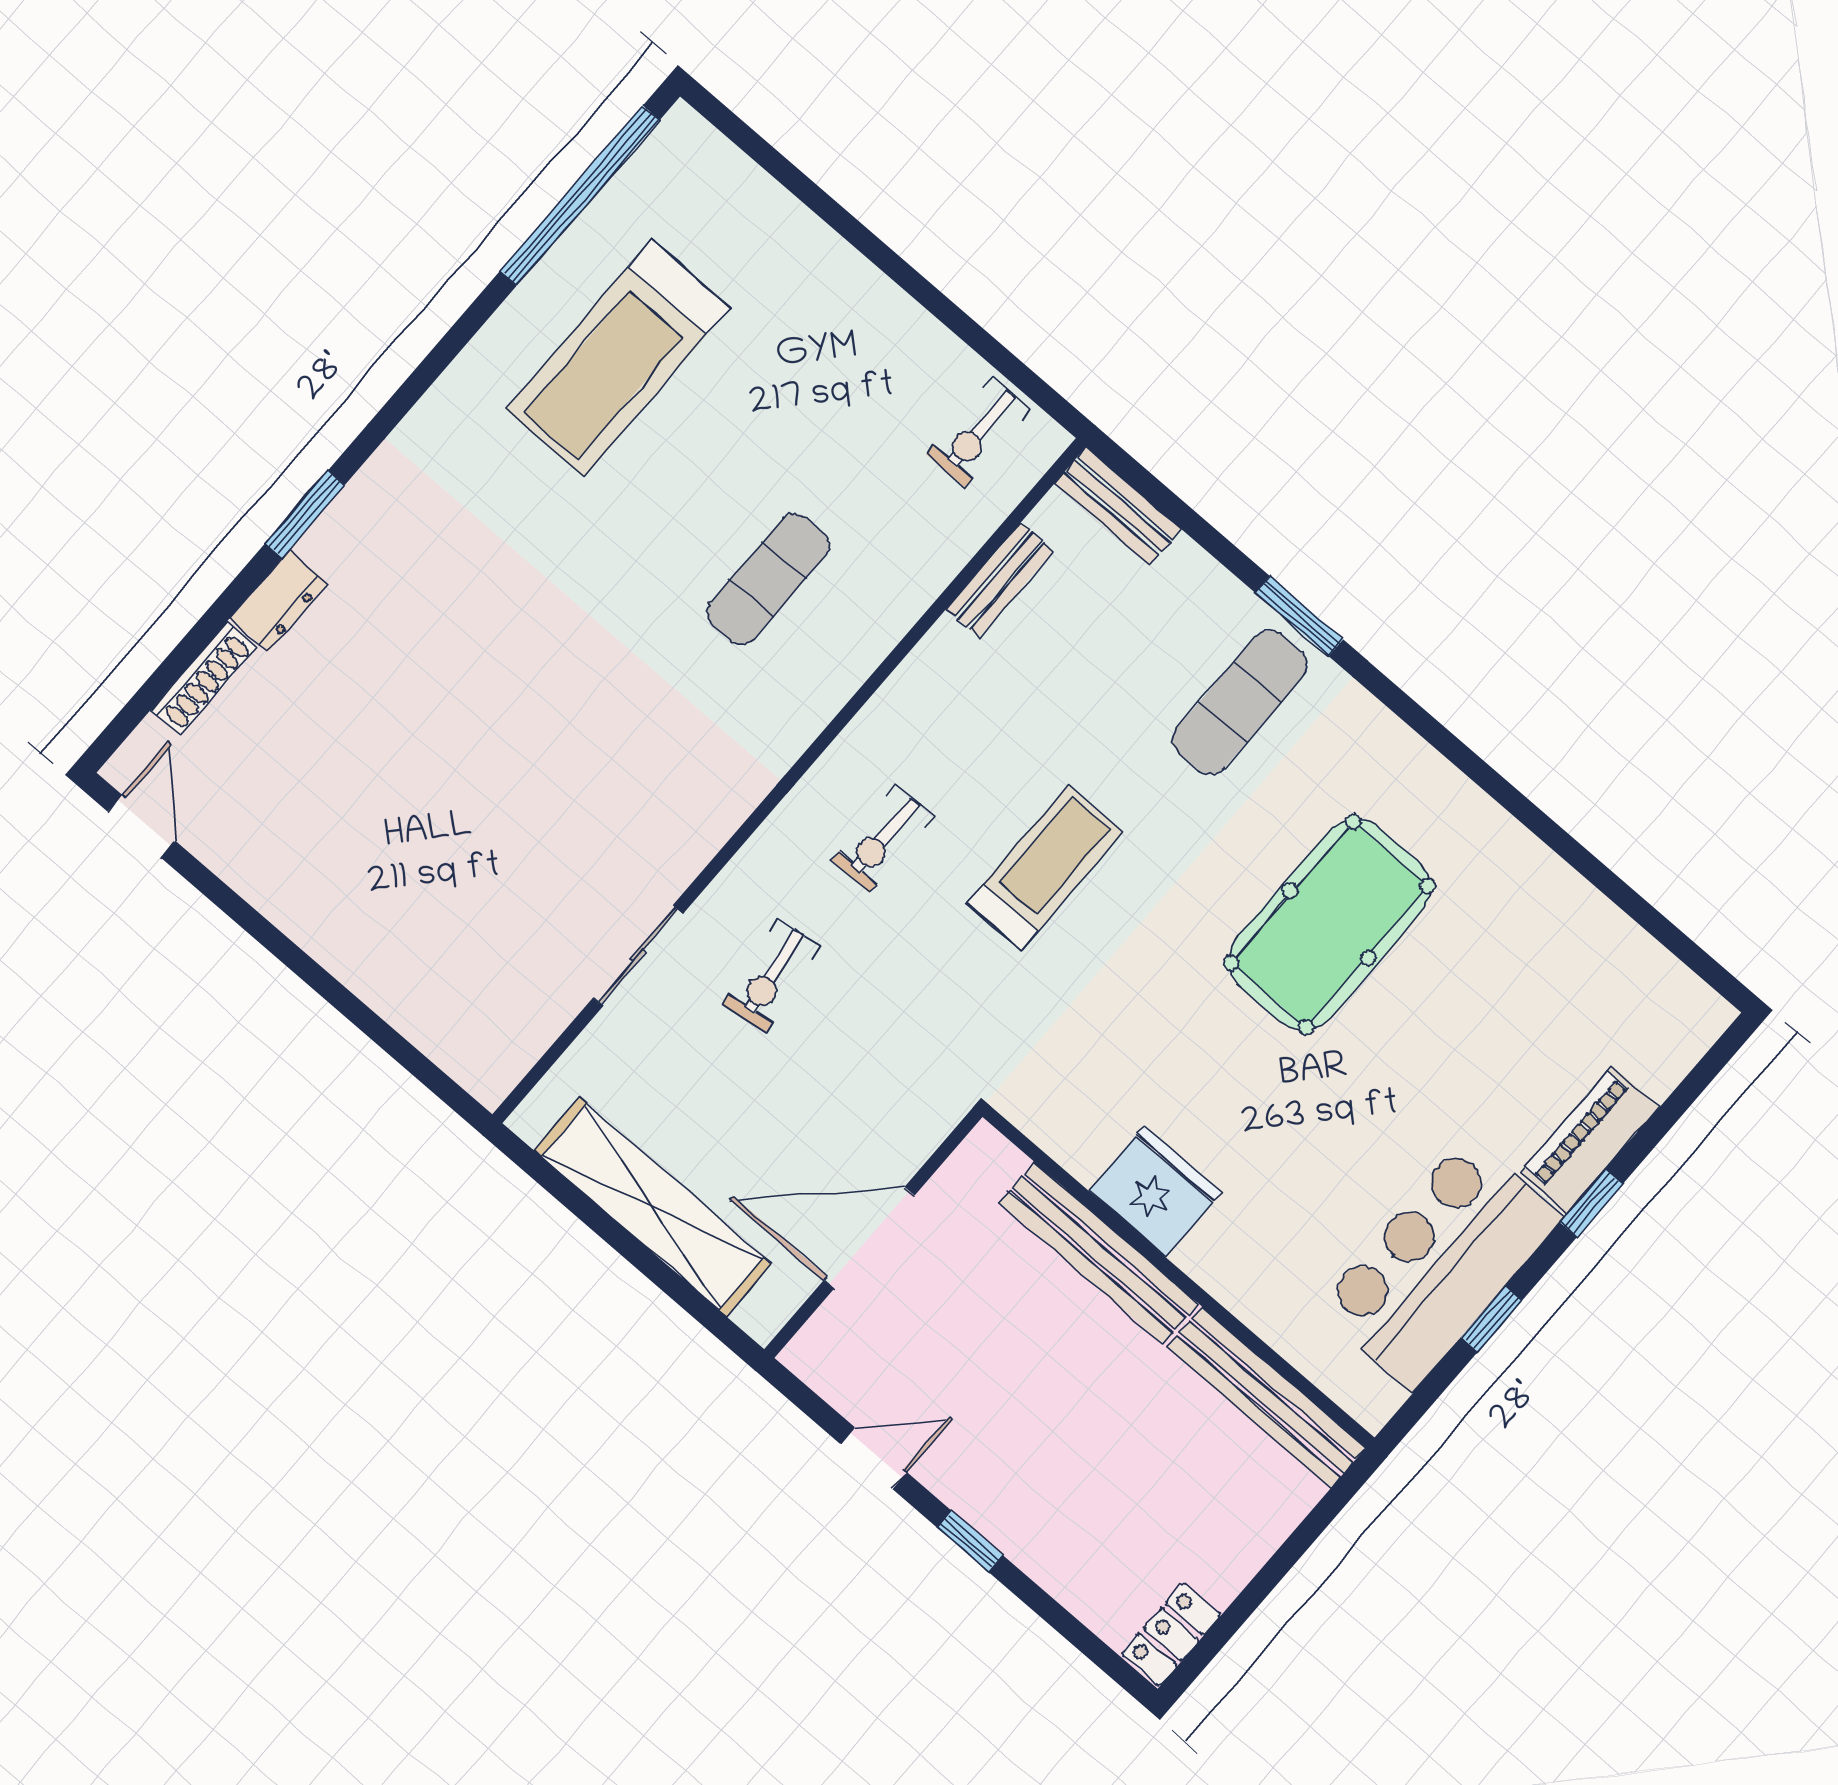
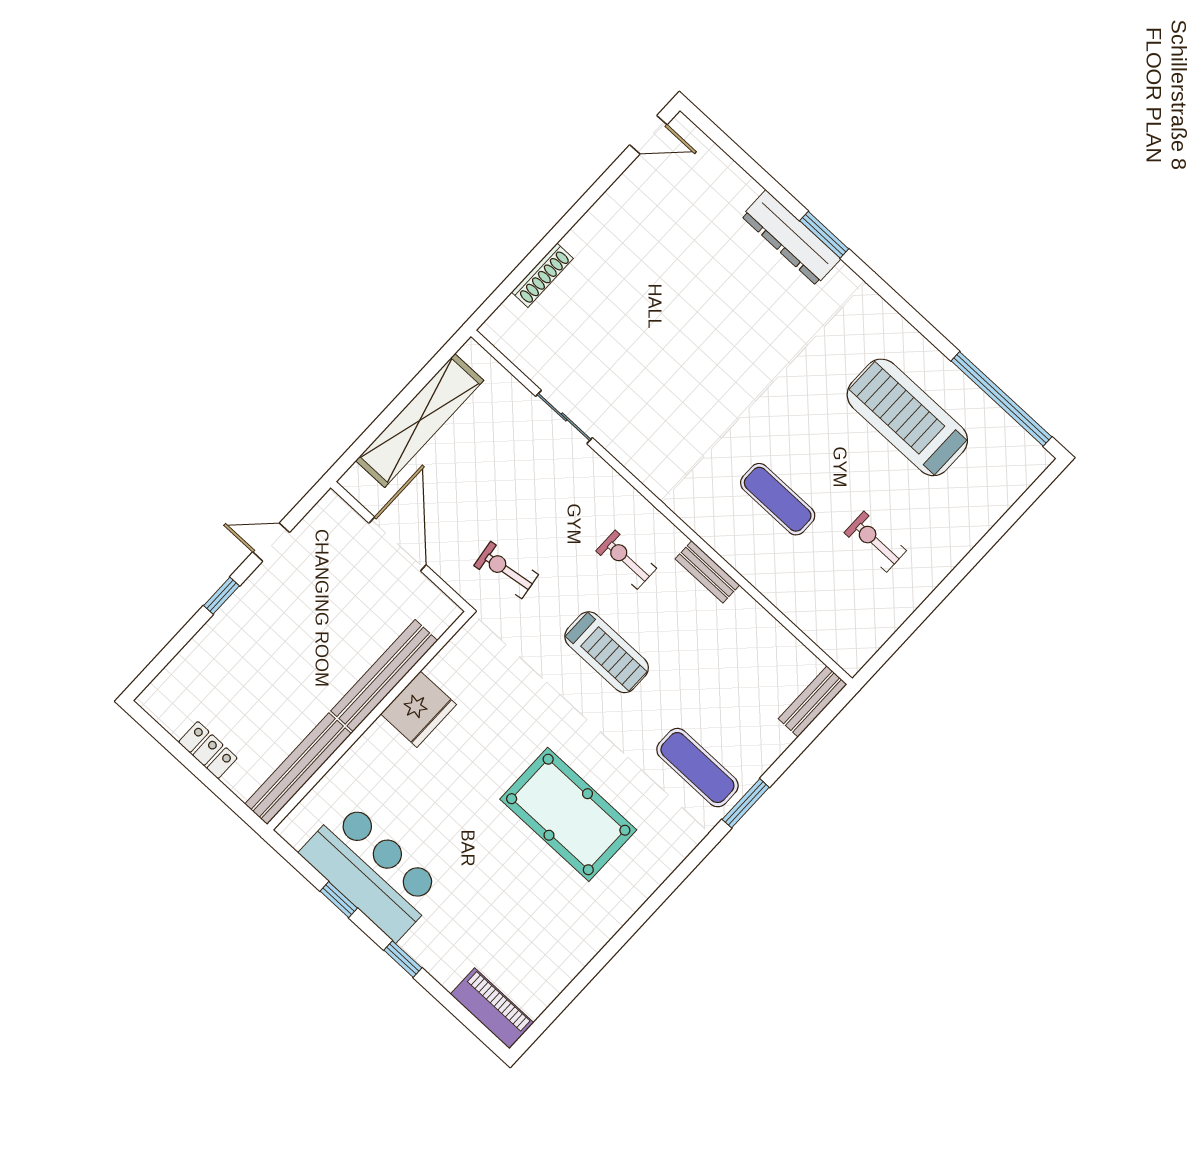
exercise bike: (979, 432) -> (875, 542), moved
bench: (1000, 580) -> (707, 572), moved
dresser: (279, 601) -> (791, 238), width x1.96, depth x1.24
shoe rack: (204, 679) -> (542, 275), moved, turned -90
exercise bike: (772, 976) -> (506, 570), moved
piano: (1590, 1140) -> (492, 1008), moved
door: (874, 1458) -> (271, 542), swing flipped
locker: (1171, 1634) -> (208, 750), moved

